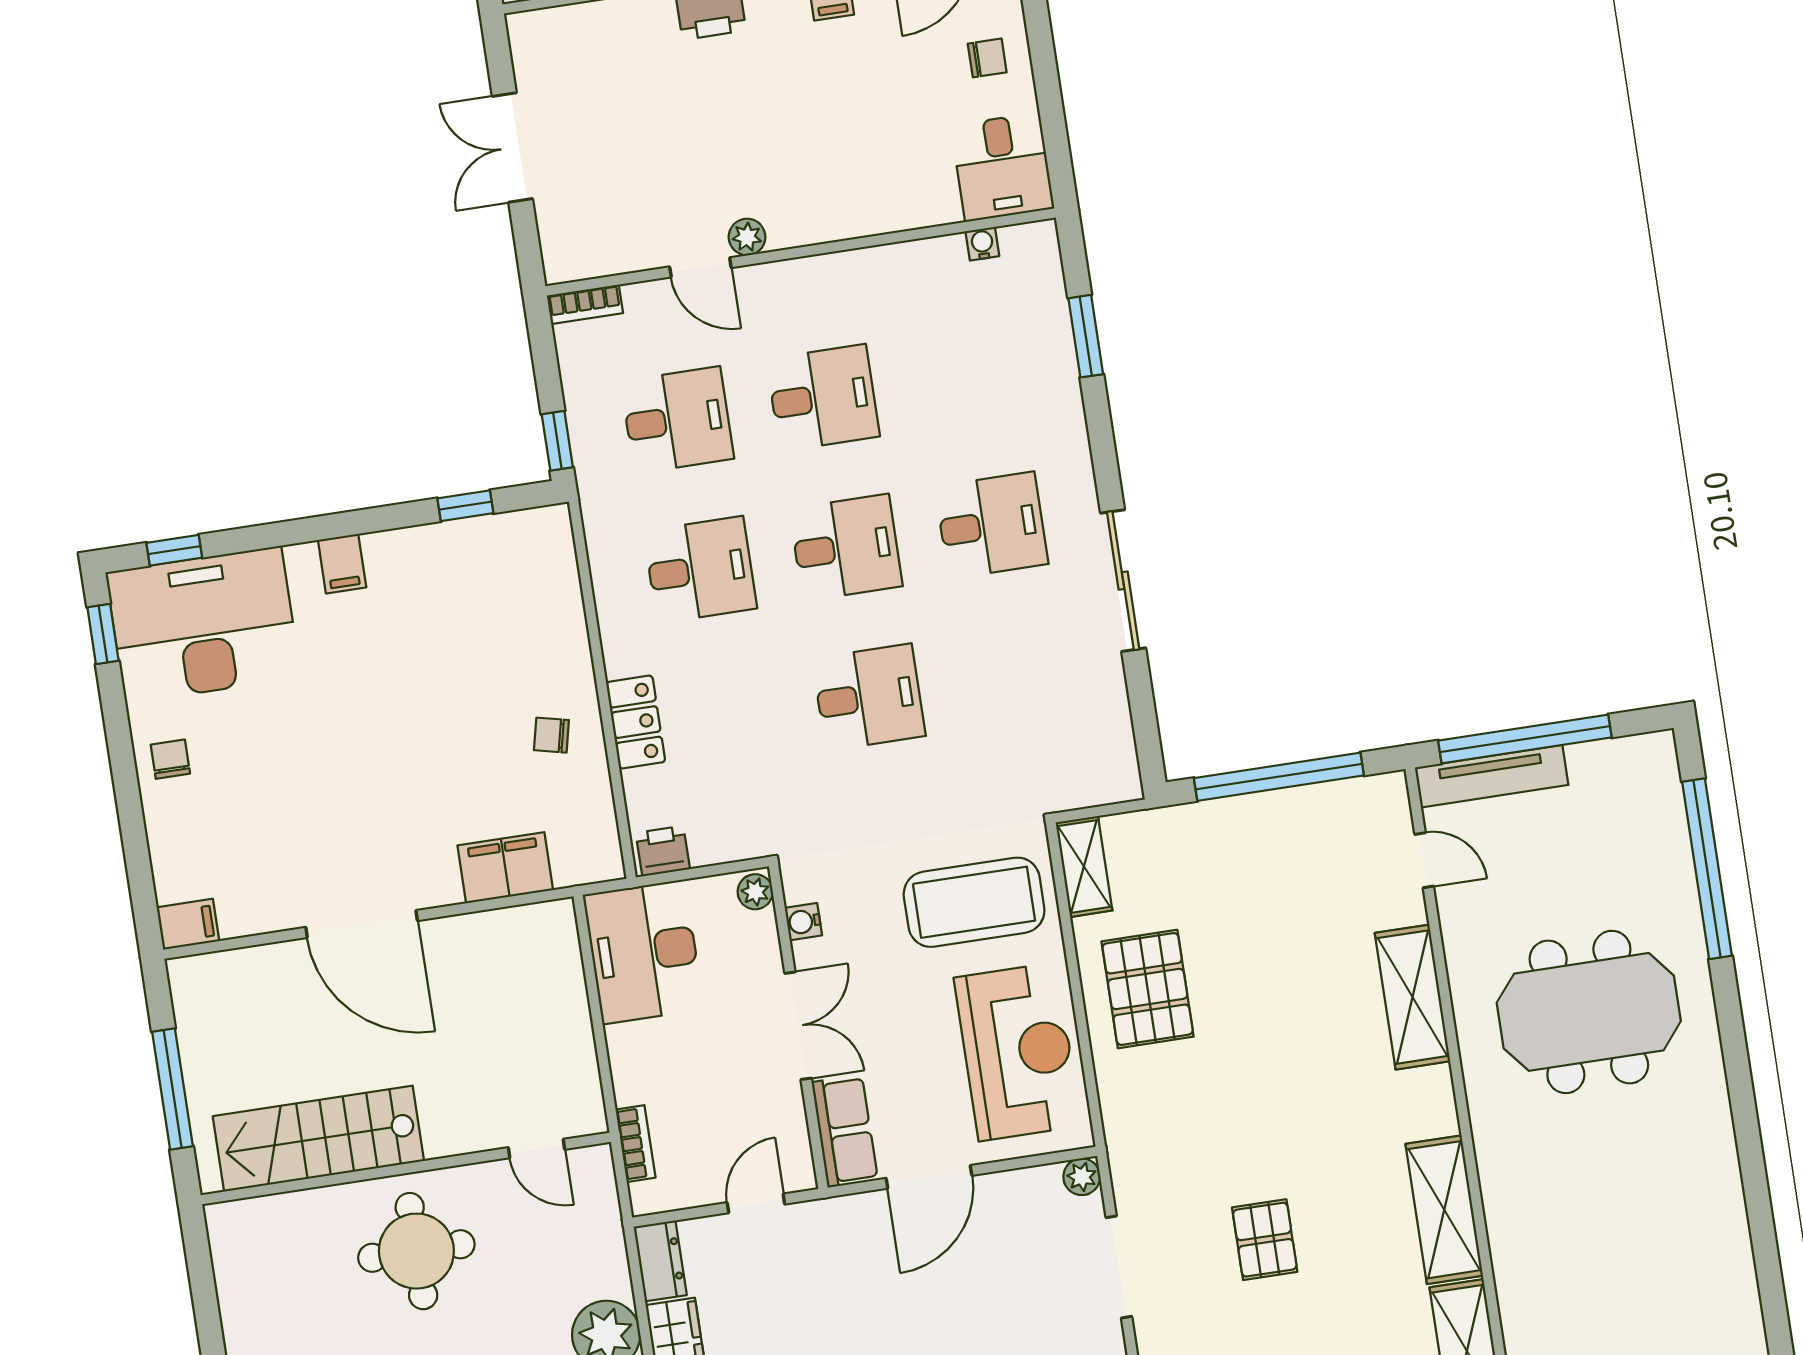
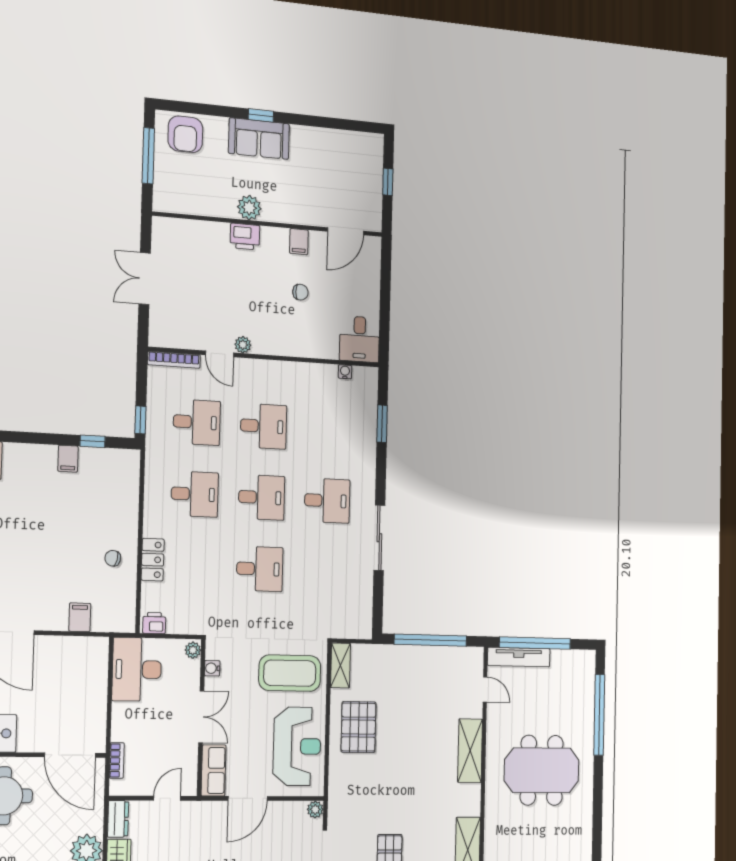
chair: (987, 58) -> (300, 292), moved
bookcase: (585, 304) -> (174, 360), width x1.56
filing cabinet: (342, 564) -> (68, 459), moved
filing cabinet: (505, 868) -> (80, 617), width x0.50
door: (537, 1149) -> (70, 755), width x1.88

